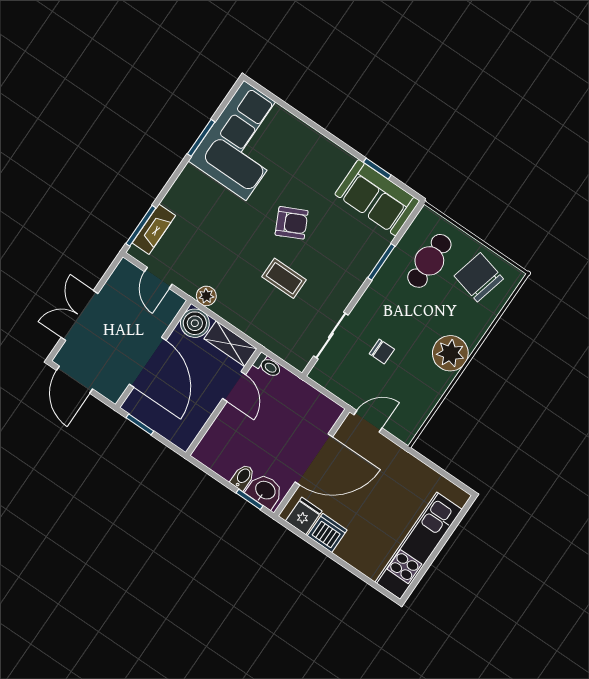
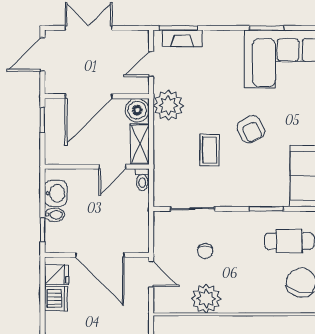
plant: (206, 296) -> (168, 105), width x1.88, depth x1.88
plant: (450, 353) -> (206, 299), moved
washbasin: (265, 491) -> (56, 193), moved

